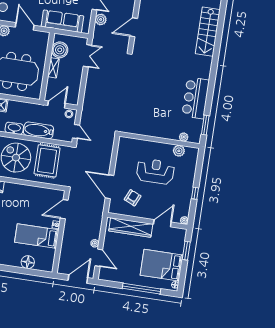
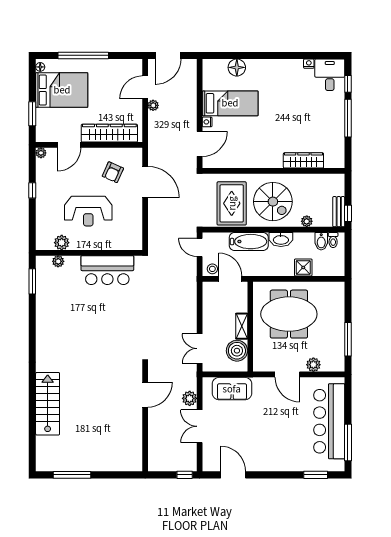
sofa: (62, 21) -> (232, 389), width x0.73
bar counter: (196, 98) -> (107, 270), moved, turned 90
door: (56, 104) -> (230, 279), swing flipped
door: (99, 258) -> (145, 87), hinge flipped

